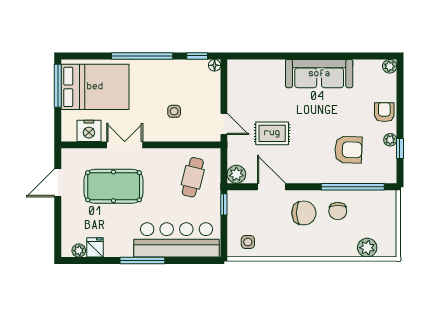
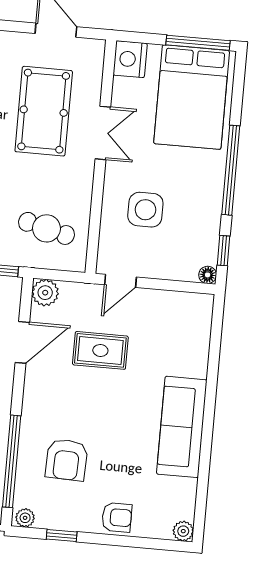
side table: (174, 111) -> (145, 210), width x1.87, depth x1.87
nightstand: (89, 131) -> (130, 59), moved
rug: (272, 133) -> (100, 350), turned 90
plant: (390, 140) -> (25, 518), moved

